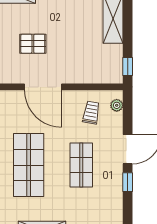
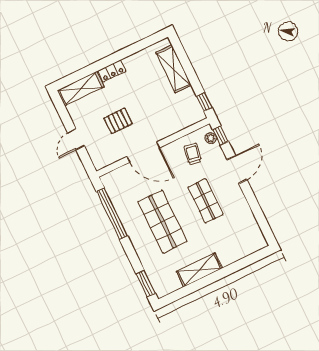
window: (128, 182) -> (220, 135), moved

